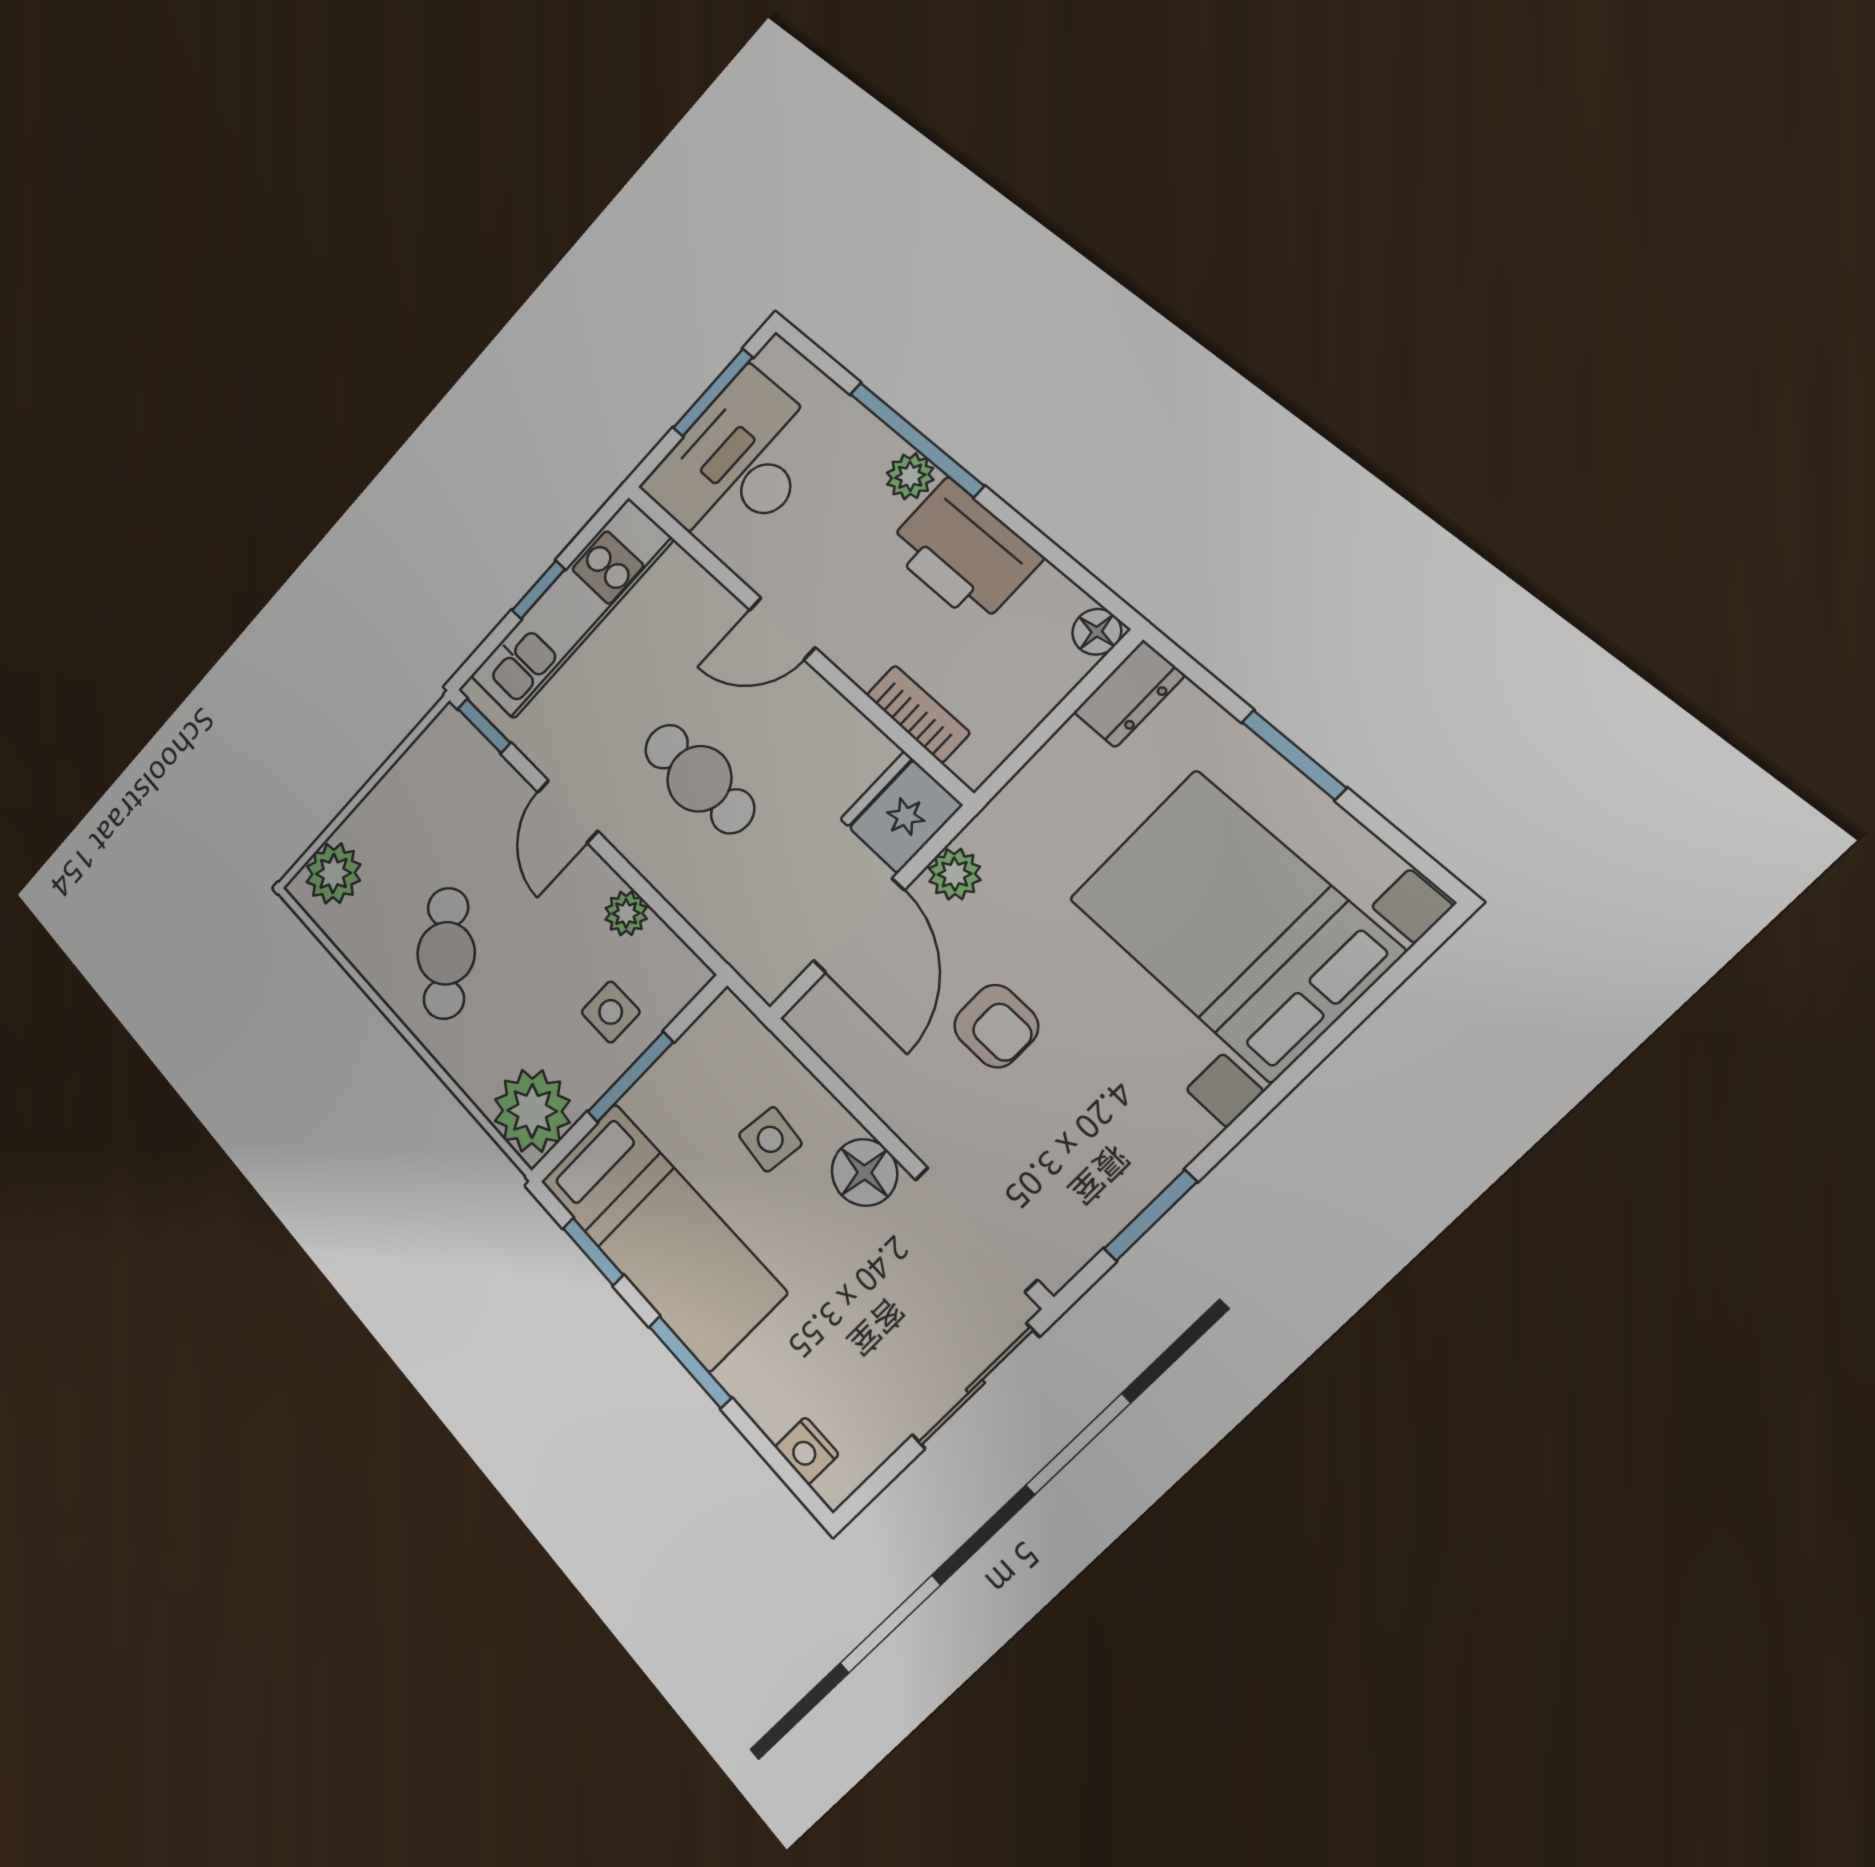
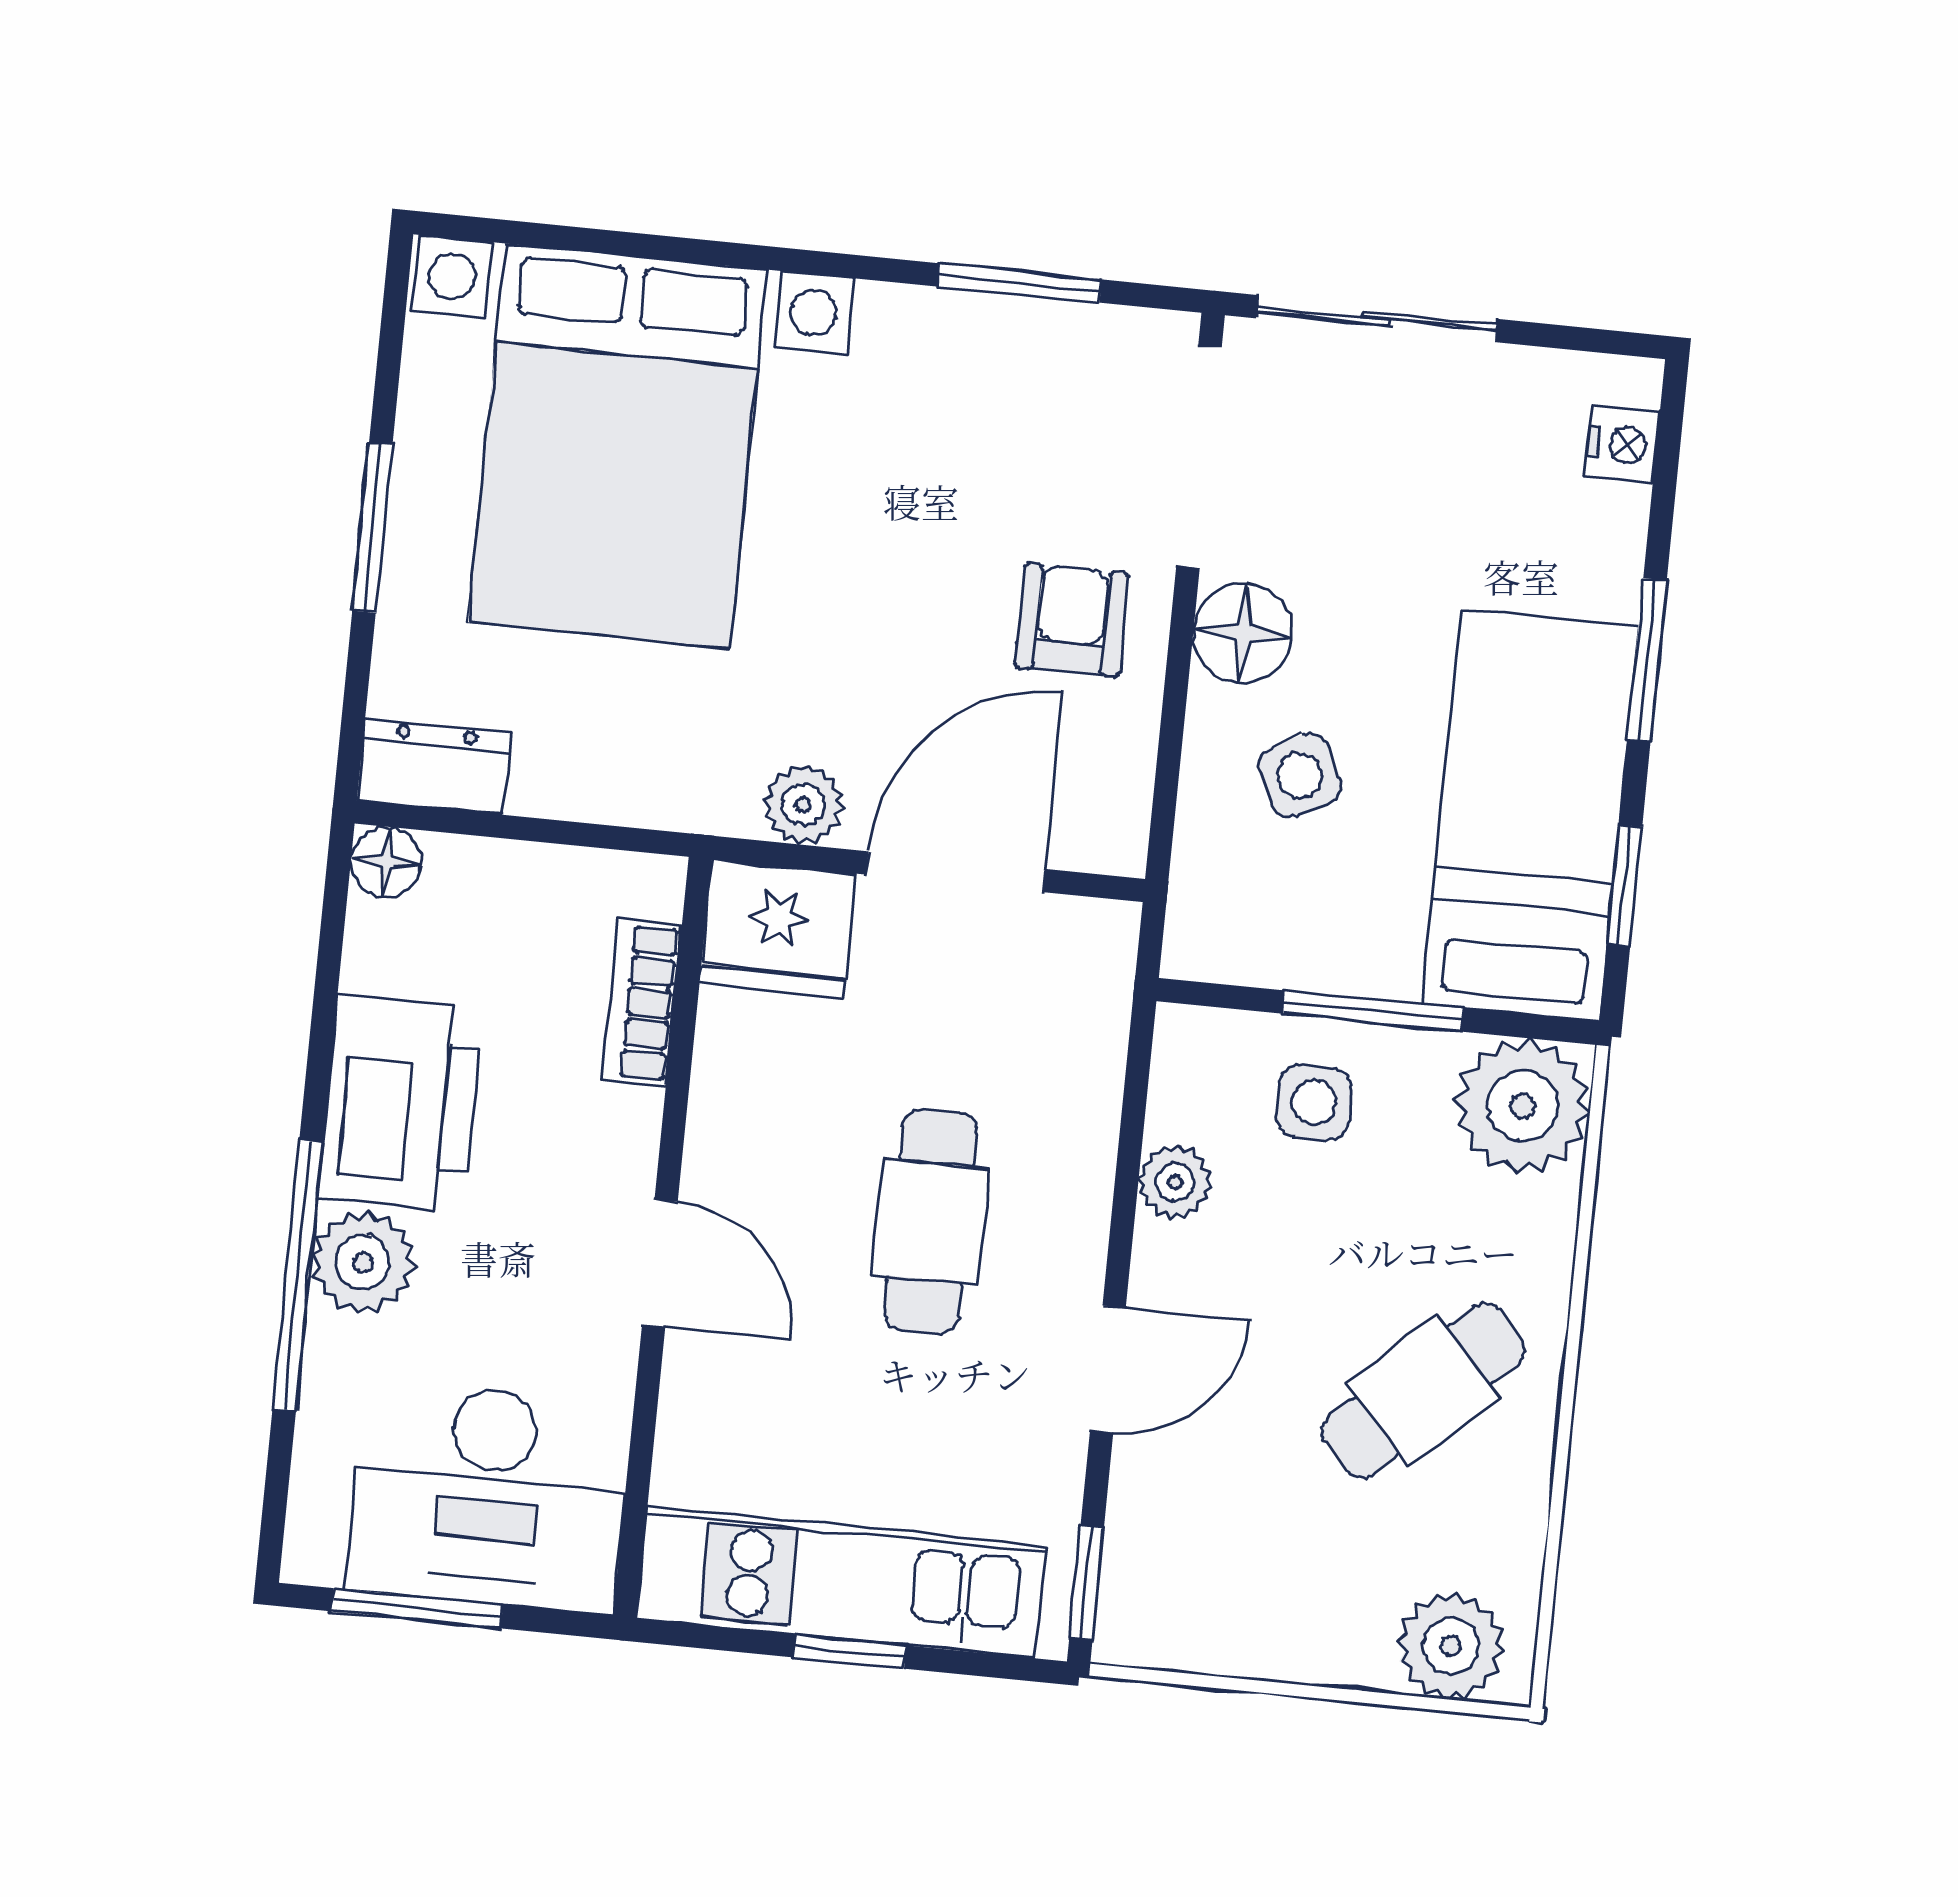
plant: (910, 476) -> (363, 1262), width x1.38, depth x1.38
armchair: (996, 1026) -> (1072, 620), moved
side table: (770, 1139) -> (1300, 775), turned -34

